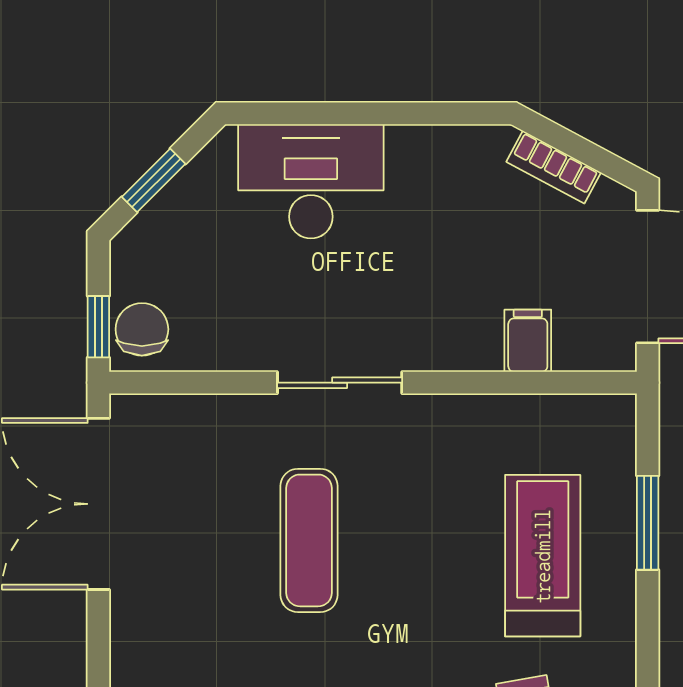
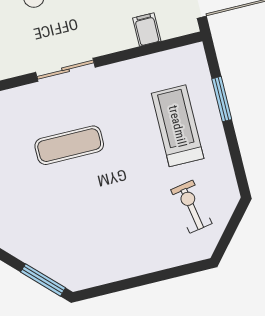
exercise mat: (309, 540) -> (69, 145), turned 90

